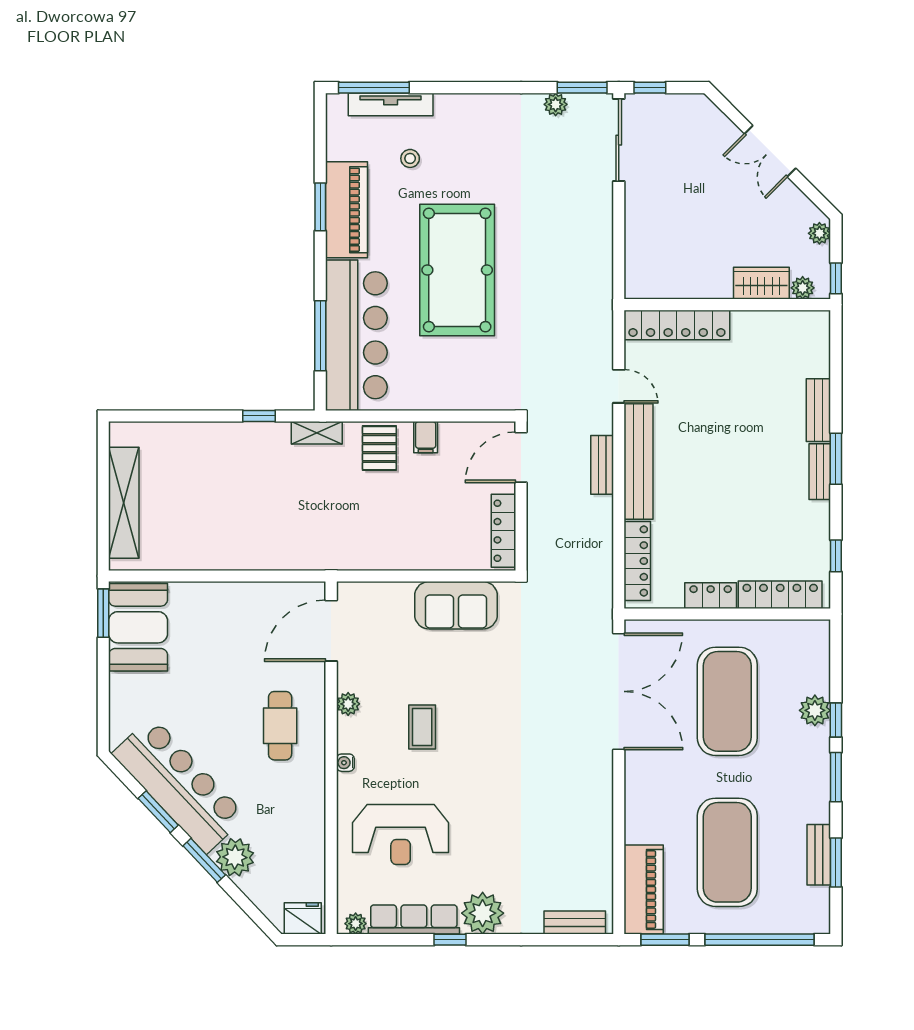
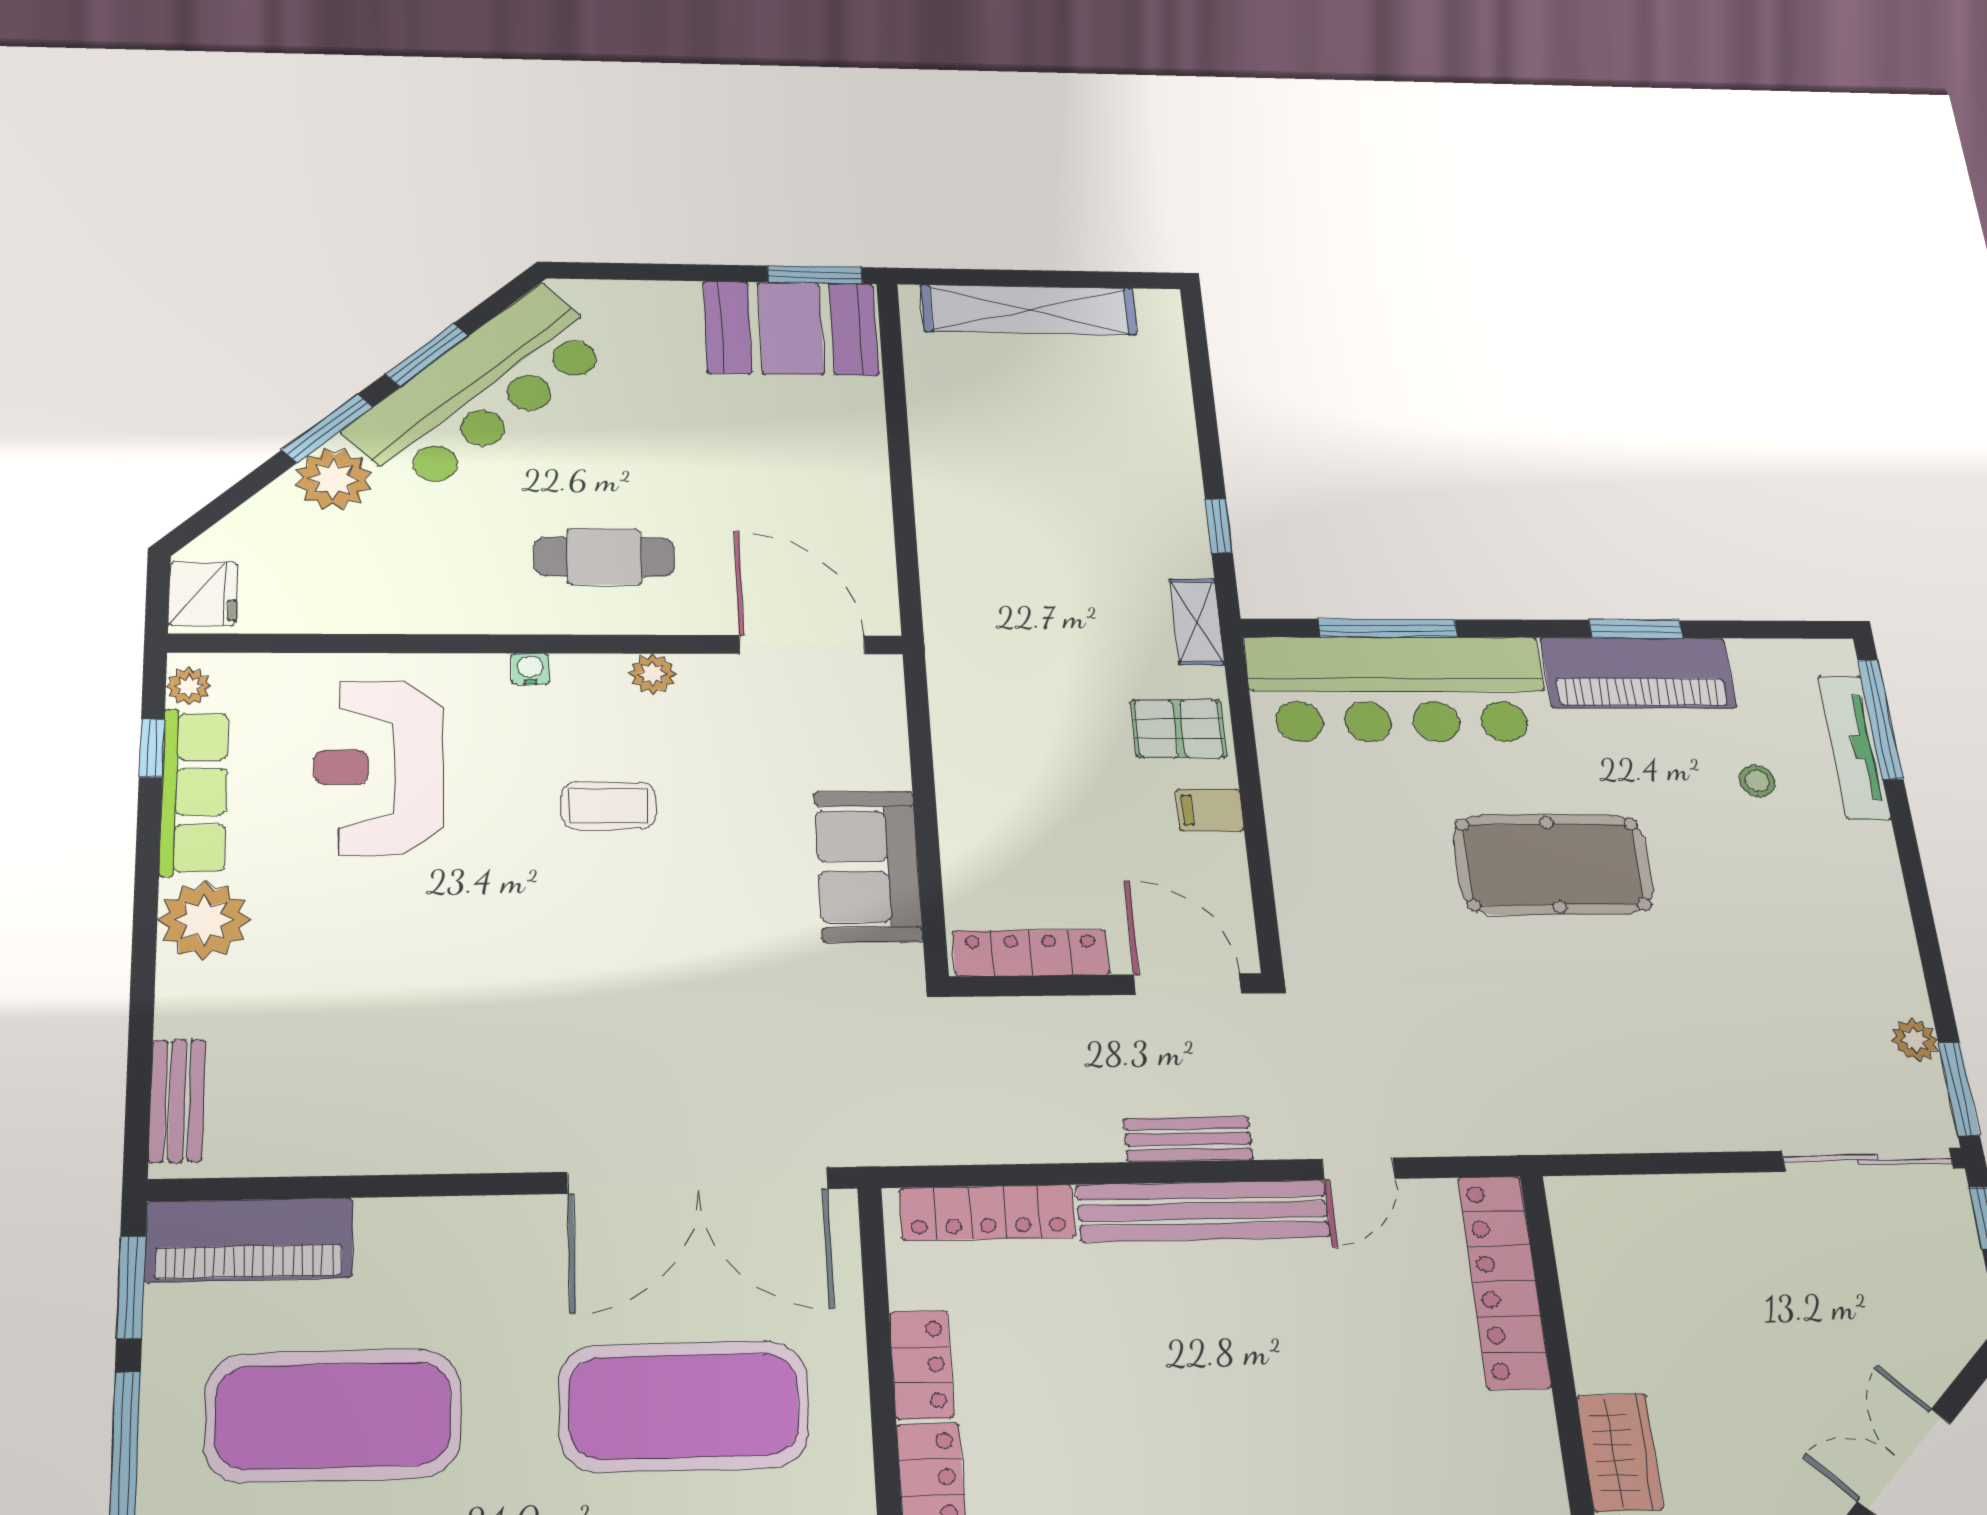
pool table: (457, 270) -> (1553, 864), width x0.73, depth x0.76
window: (450, 940) -> (152, 748), moved

